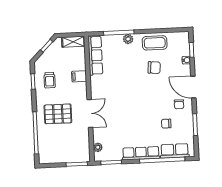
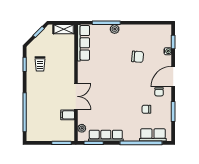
coffee table: (155, 43) -> (139, 34), removed
filing cabinet: (79, 76) -> (68, 115), moved
door: (193, 87) -> (173, 77), hinge flipped
pallet: (58, 114) -> (46, 96), removed
row of seats: (141, 153) -> (106, 136), moved

